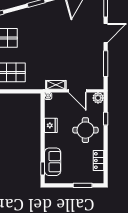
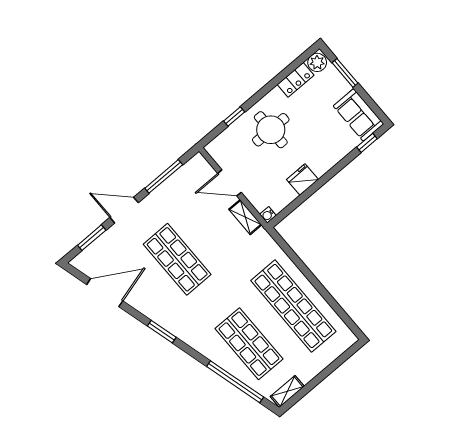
shop shelf: (63, 38) -> (177, 259), added
door: (77, 91) -> (229, 183), swing flipped
plant: (98, 98) -> (317, 62), moved
sofa: (53, 162) -> (358, 115), moved, turned -90

